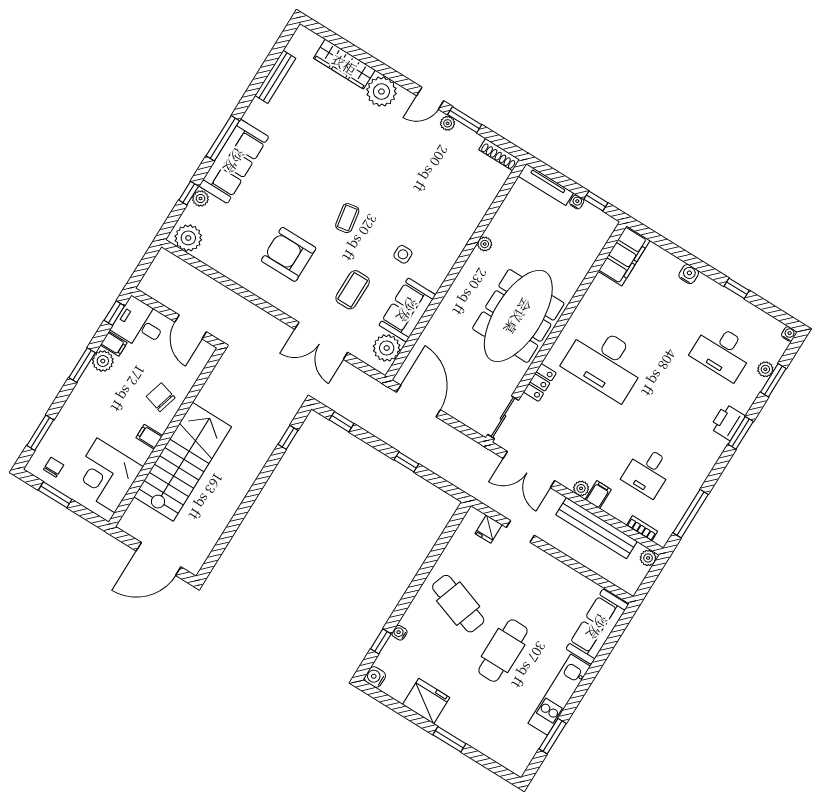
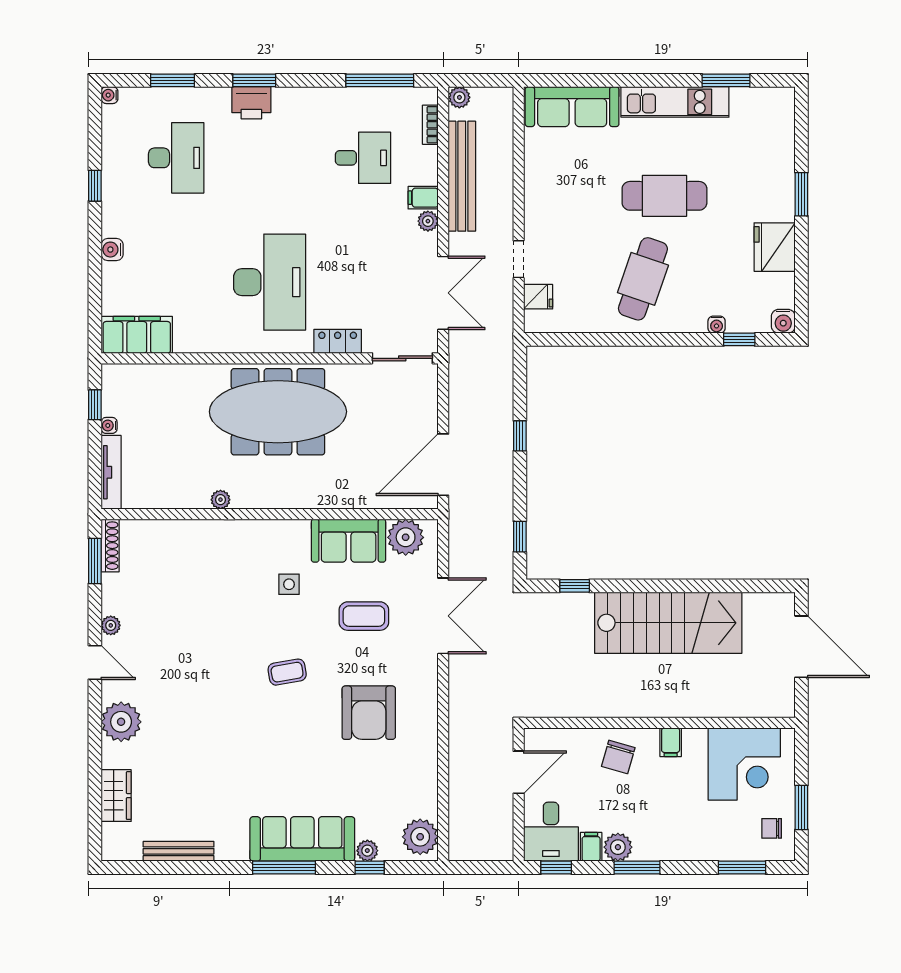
wardrobe: (344, 64) -> (116, 796), width x0.67
window: (465, 120) -> (95, 561), moved
plant: (765, 369) -> (166, 97), removed
stairs: (183, 462) -> (668, 623), moved, turned 180

